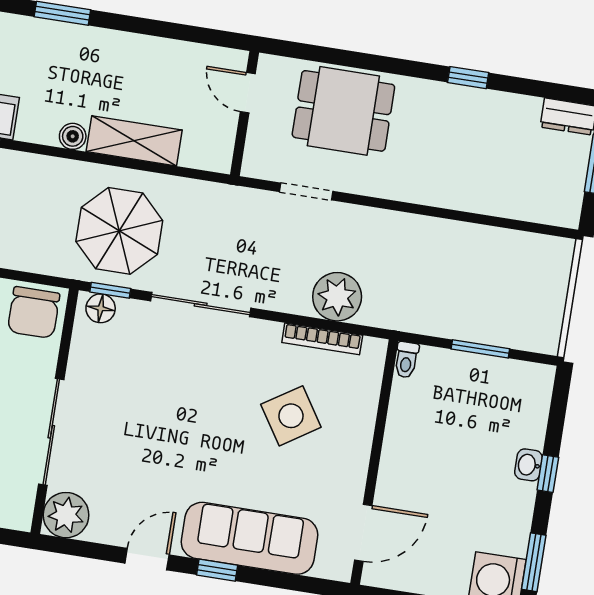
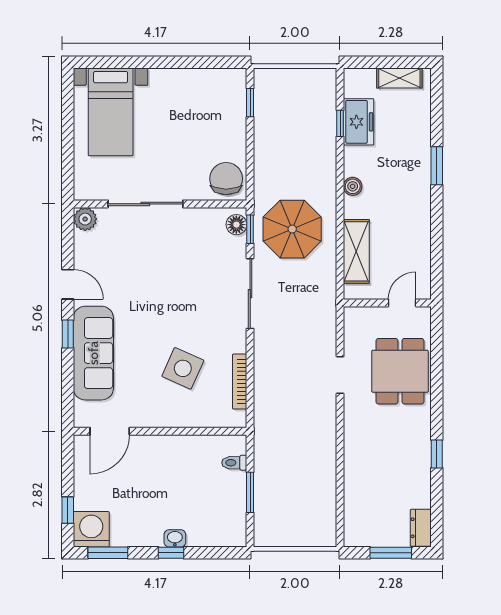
shelving: (134, 141) -> (356, 251), moved
doorway: (306, 191) -> (340, 375), moved
plant: (337, 297) -> (270, 387), removed
chair: (34, 313) -> (226, 179), turned 90
toilet: (406, 360) -> (234, 463), moved
side table: (291, 416) -> (183, 368), turned -33
plant: (66, 515) -> (85, 219), width x0.73, depth x0.73
door: (363, 533) -> (110, 431), hinge flipped

